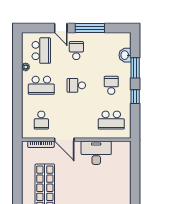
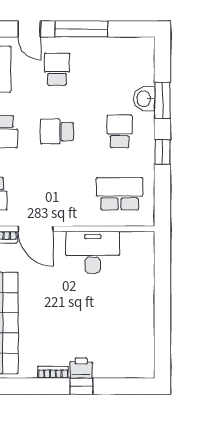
washbasin: (125, 55) -> (144, 99), moved
school desk: (111, 120) -> (120, 194), turned 180

